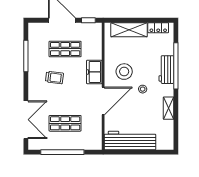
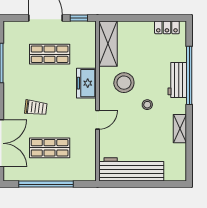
shelving: (129, 30) -> (108, 44), moved, turned 90
trolley: (54, 78) -> (36, 108), moved
door: (103, 101) -> (98, 120), width x0.53

